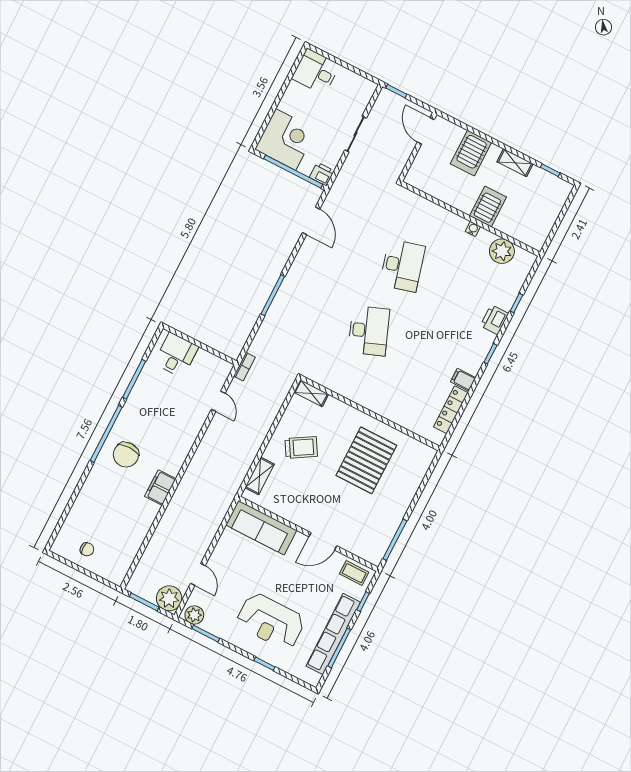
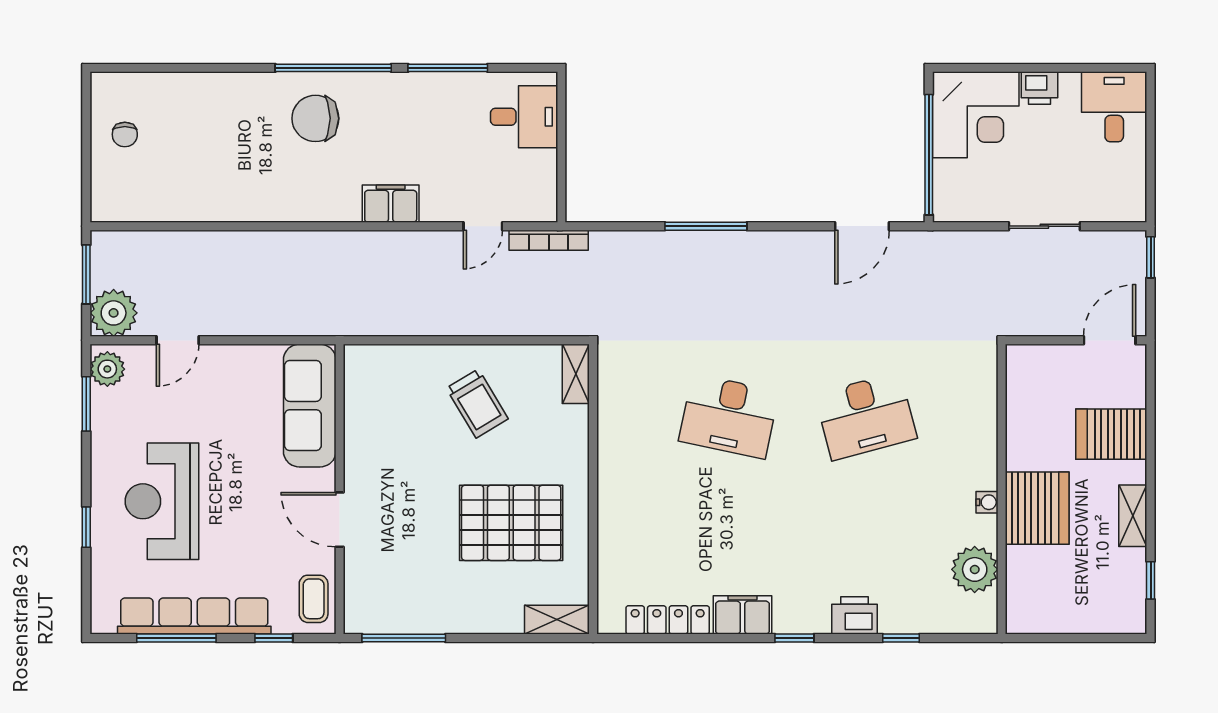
printer: (322, 174) -> (1039, 88), moved, turned 90
server rack: (488, 206) -> (1037, 508), width x1.60
desk: (369, 331) -> (729, 416), turned 33
bookcase: (244, 367) -> (549, 240), width x1.56
filing cabinet: (463, 380) -> (743, 615), width x2.00
shelving: (260, 476) -> (557, 620), moved
filing cabinet: (160, 488) -> (391, 204), moved

